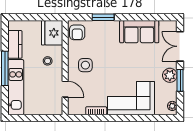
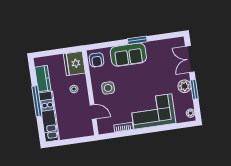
window: (103, 17) -> (137, 40), moved
sofa: (139, 32) -> (128, 55), moved

